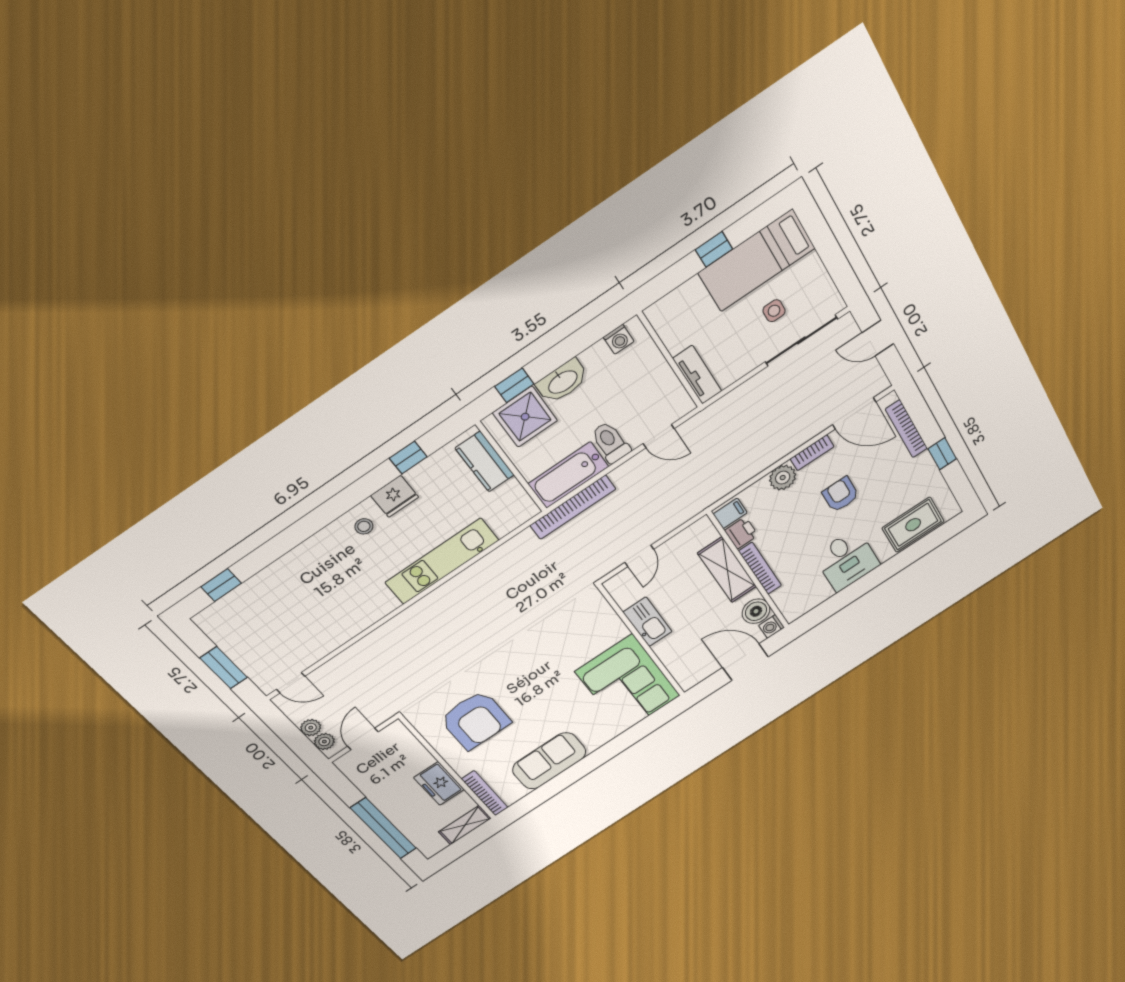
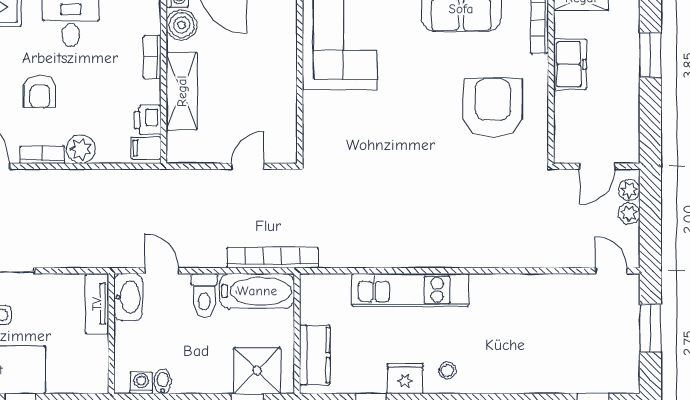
bidet: (601, 353) -> (163, 382), added
washbasin: (562, 381) -> (128, 297), moved, turned 90
bookcase: (760, 568) -> (152, 57), width x0.64
kitchen sink: (647, 622) -> (282, 91), removed
window: (383, 828) -> (650, 55), width x0.47

